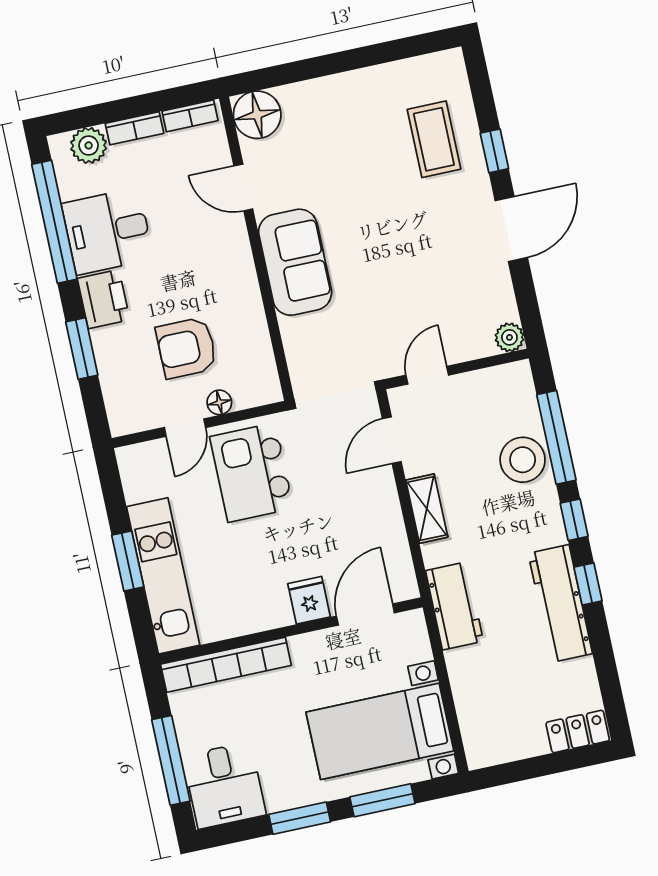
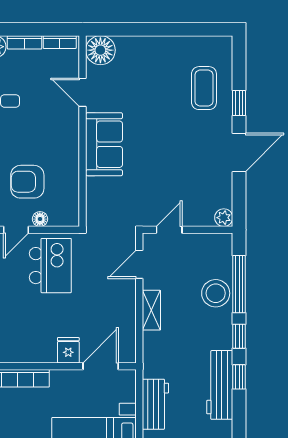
kitchen island: (252, 472) -> (50, 266), turned 180
workbench: (454, 606) -> (155, 404), moved

